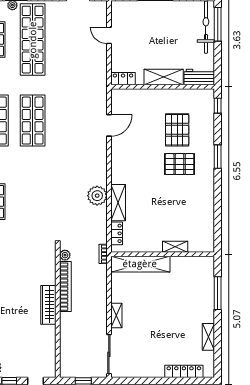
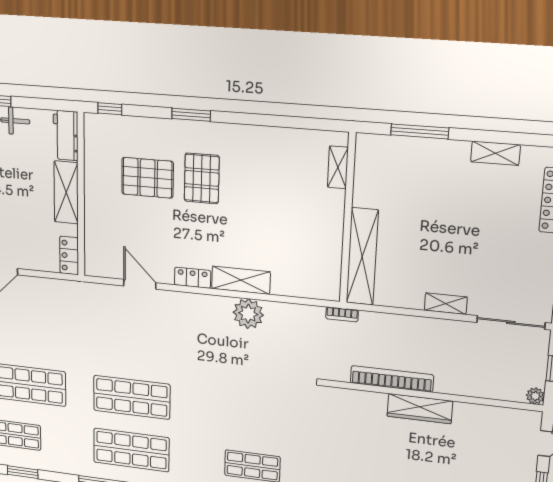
shelving: (118, 203) -> (241, 280), moved
locker: (117, 233) -> (193, 278), moved
shelving: (175, 247) -> (338, 167), moved
plant: (65, 255) -> (535, 396), moved

